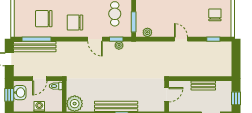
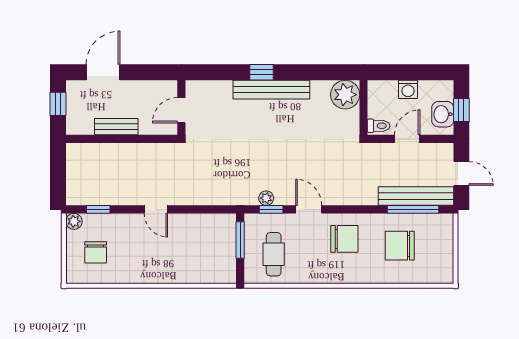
chair: (44, 19) -> (400, 246), turned 180
plant: (147, 32) -> (74, 221), moved

